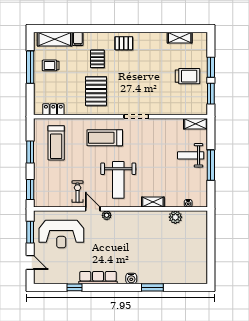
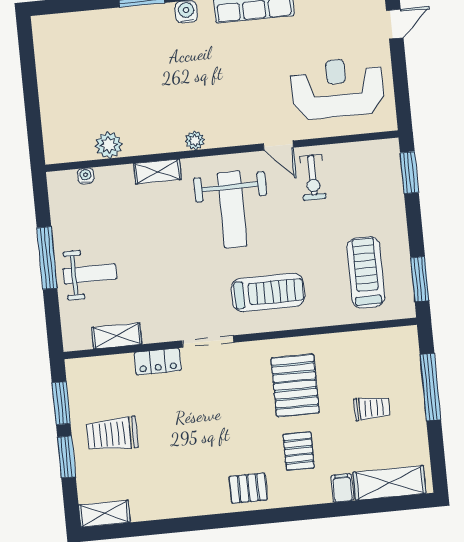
shelving: (180, 38) -> (104, 514), moved
trolley: (51, 65) -> (372, 408), moved
window: (30, 67) -> (430, 387), moved
locker: (53, 109) -> (158, 362), moved
shelving: (196, 124) -> (117, 336), moved
window: (30, 152) -> (420, 279), moved
weight bench: (118, 180) -> (232, 209), turned 180
plant: (107, 215) -> (195, 140), moved
window: (30, 232) -> (401, 86), removed
door: (30, 262) -> (395, 24), swing flipped

